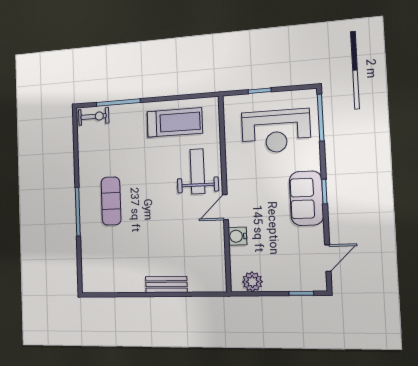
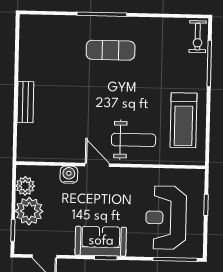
plant: (279, 277) -> (29, 211), added

